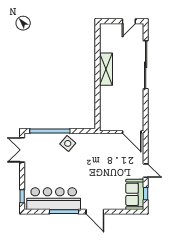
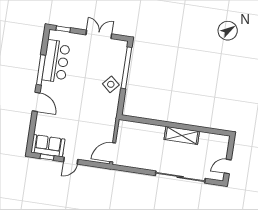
door: (129, 21) -> (228, 166), hinge flipped
double door: (22, 150) -> (99, 34), moved
bar counter: (54, 199) -> (56, 61), width x0.73
door: (95, 212) -> (36, 102), swing flipped

